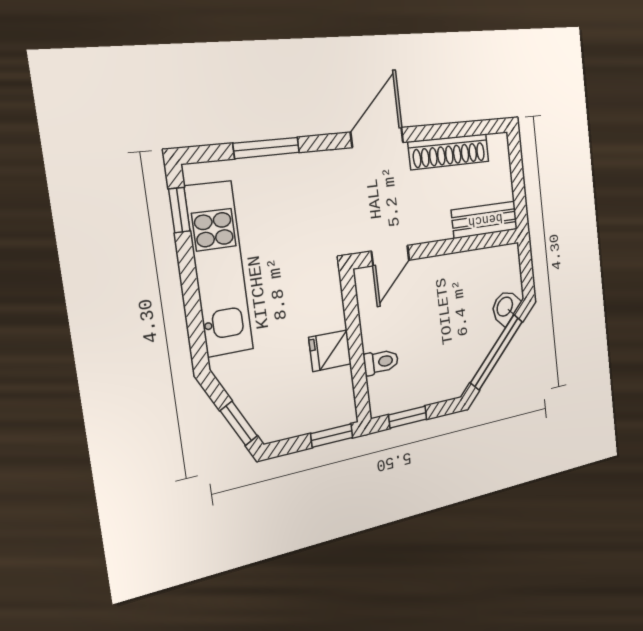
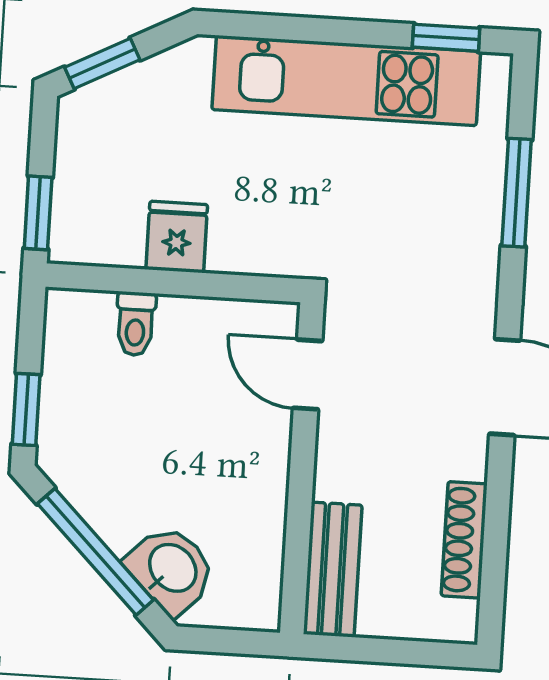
shoe rack: (449, 152) -> (464, 540), width x0.74, depth x0.81
washbasin: (505, 307) -> (171, 569), width x1.38, depth x1.45
window: (408, 417) -> (26, 410), moved

